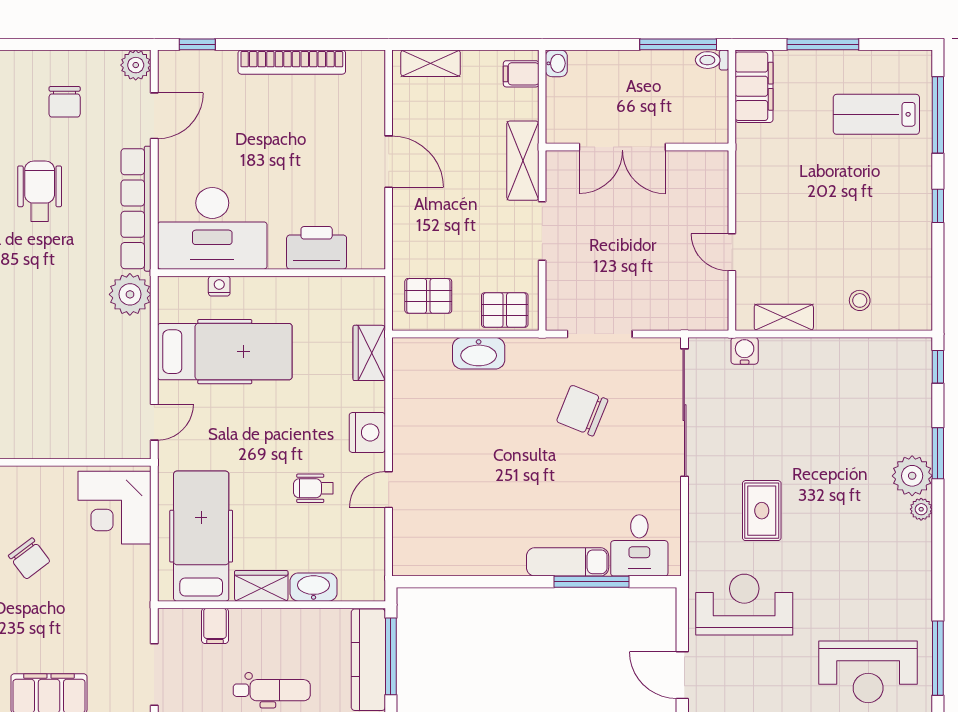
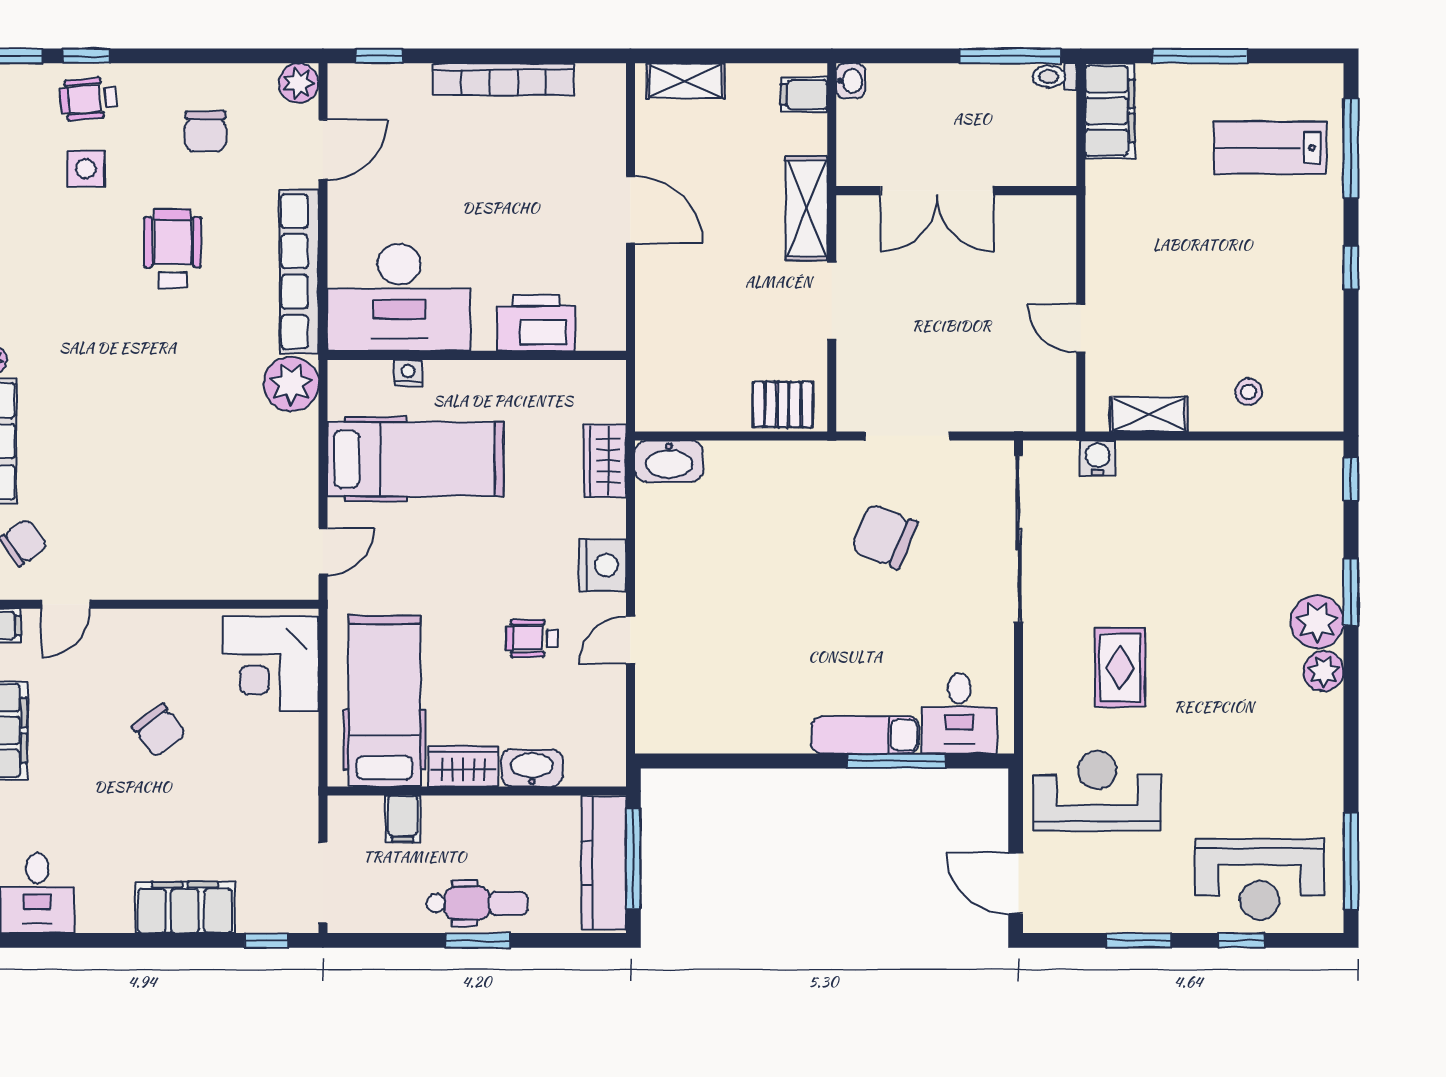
pallet: (428, 296) -> (682, 386), removed
washbasin: (479, 353) -> (669, 461), moved
plant: (921, 509) -> (1324, 671), width x1.38, depth x1.38

